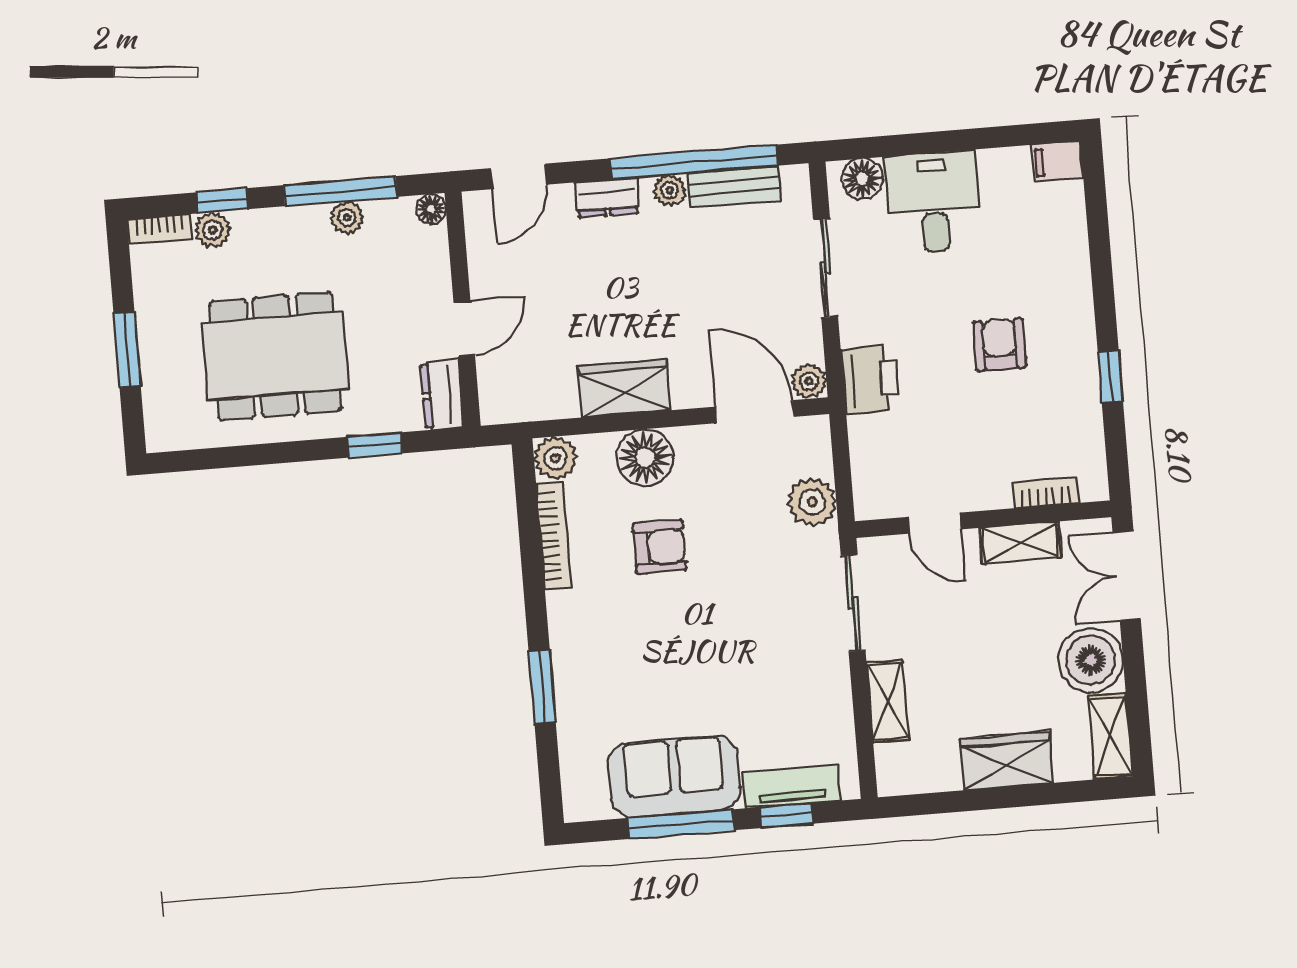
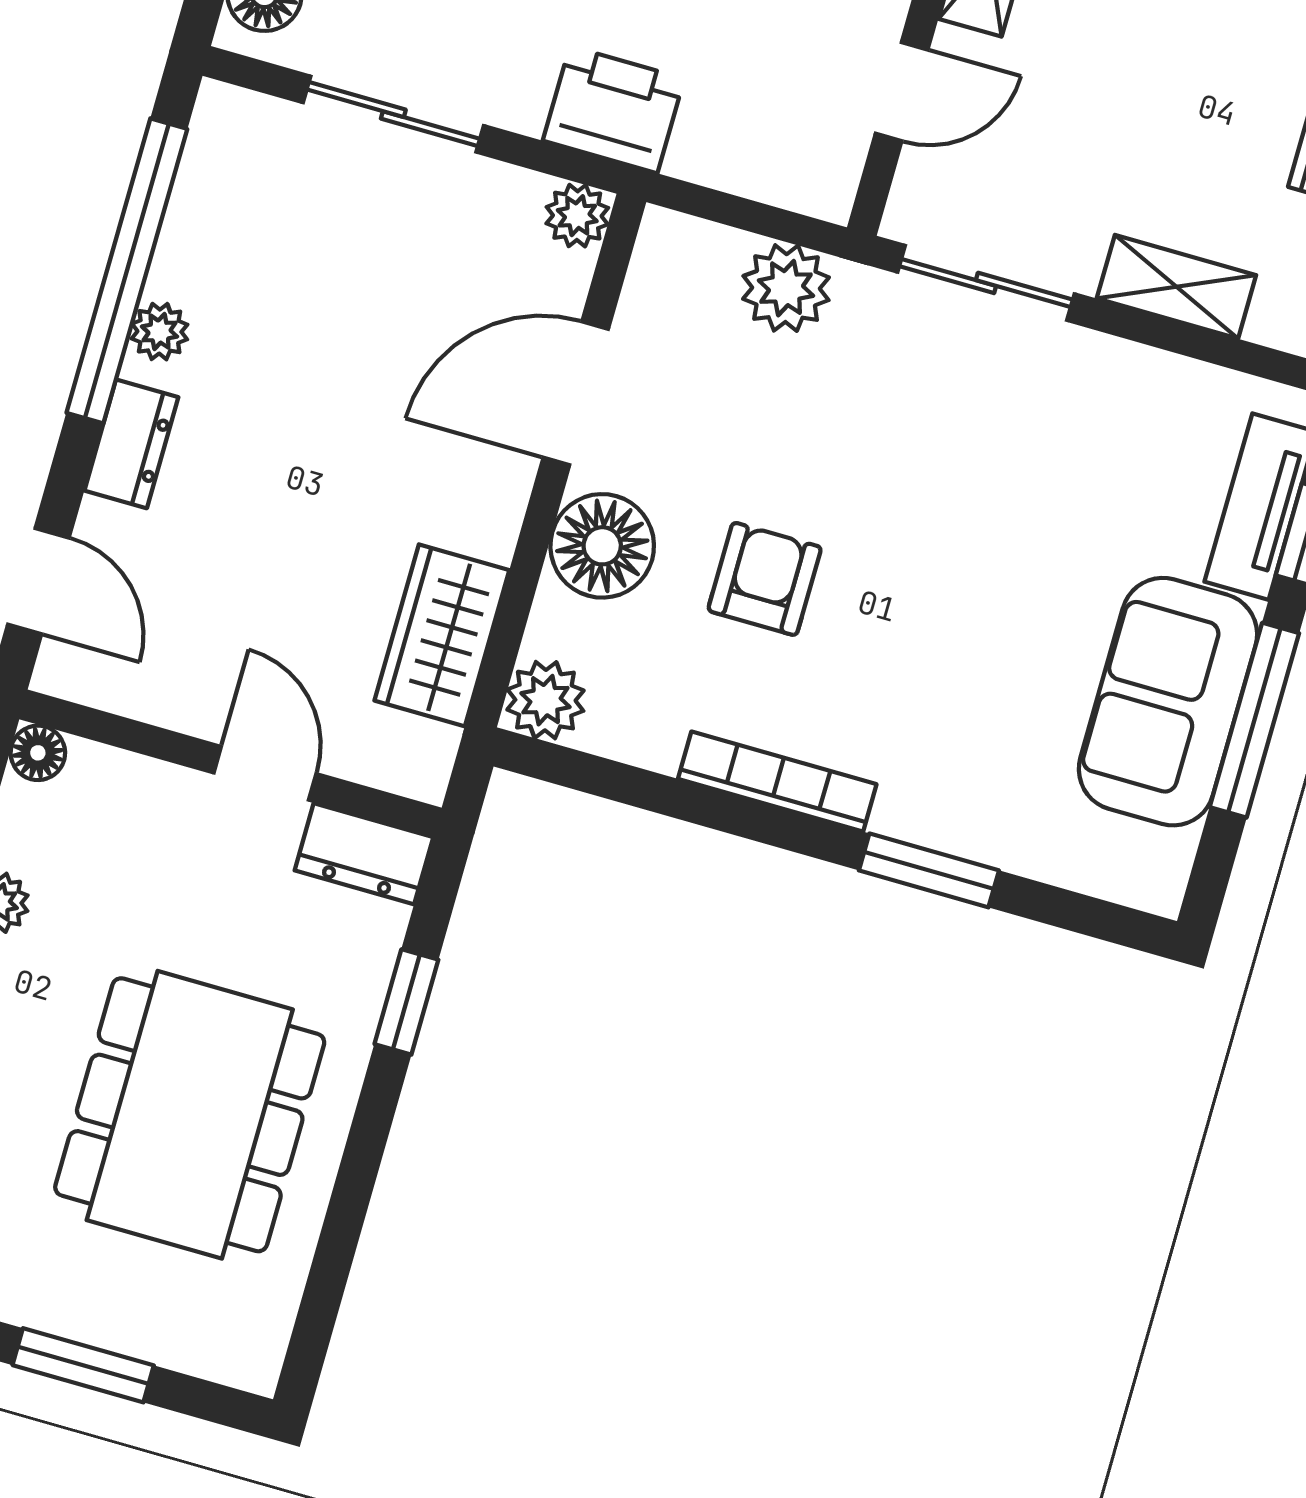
bench: (734, 187) -> (195, 219), removed
wardrobe: (624, 388) -> (442, 635), moved
door: (755, 412) -> (576, 393), moved
bookcase: (554, 536) -> (777, 782), moved

